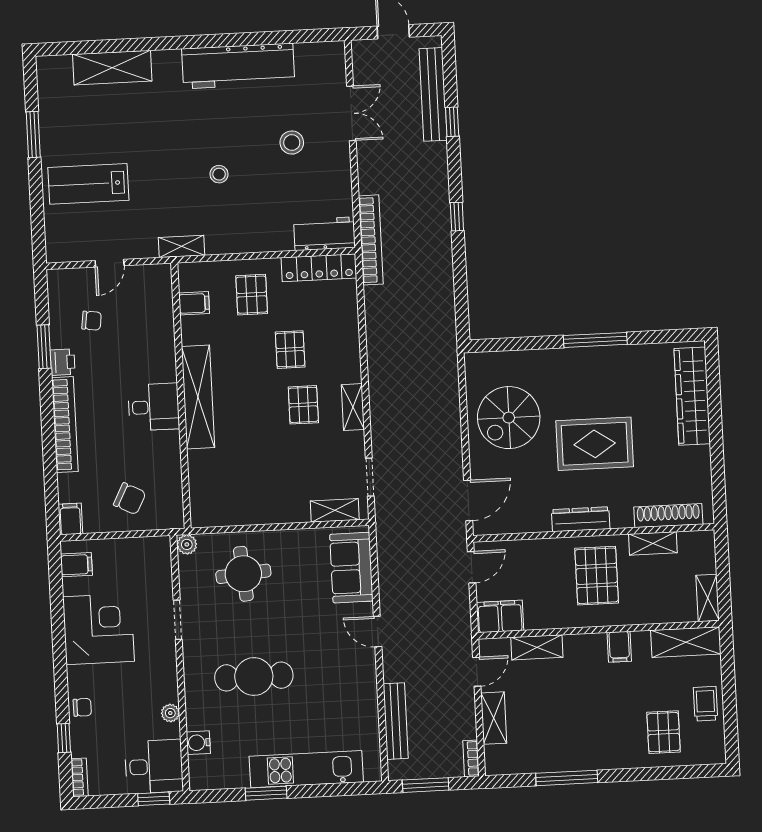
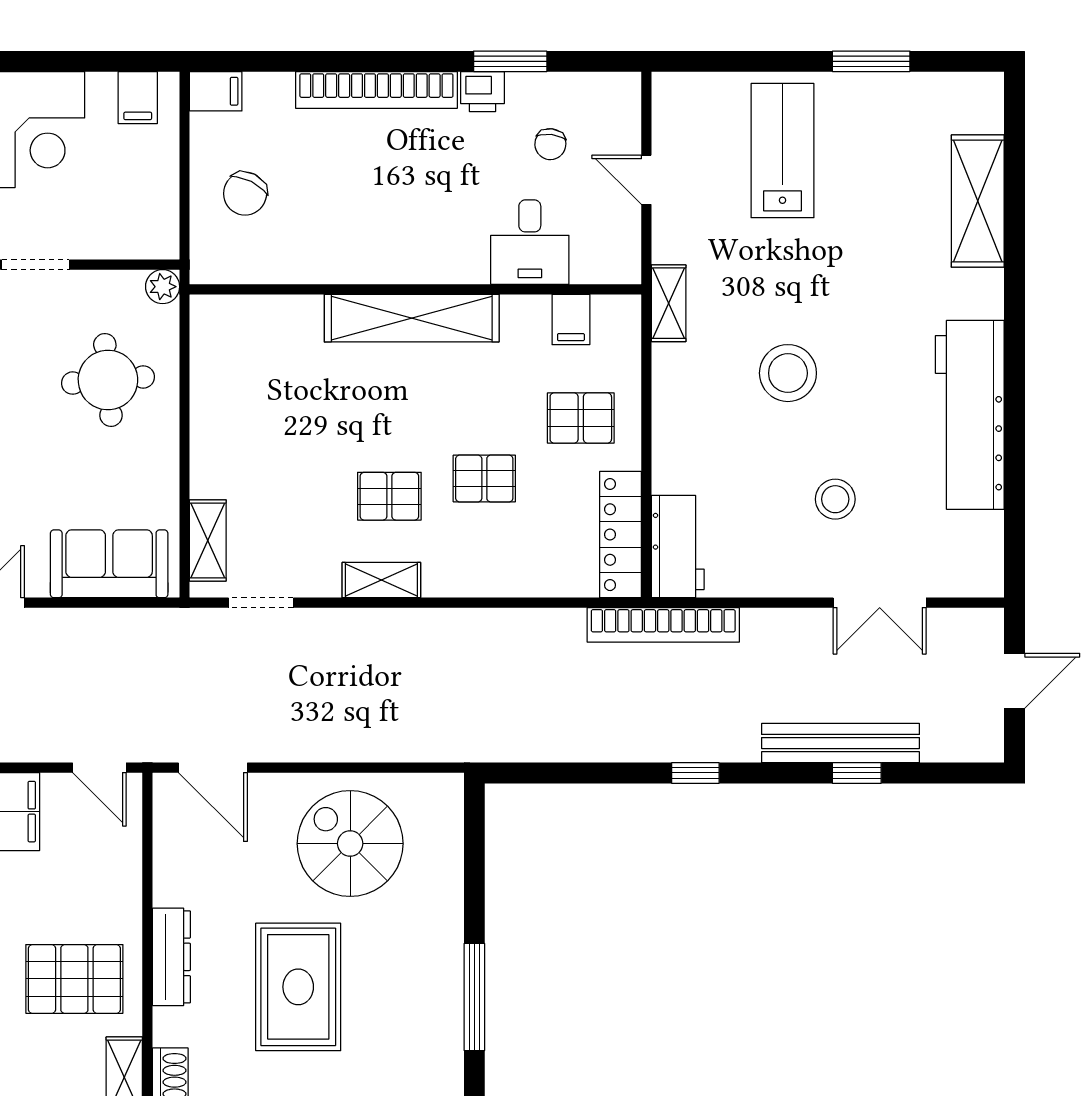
bench: (433, 94) -> (841, 743), moved
stool: (219, 174) -> (788, 373), width x1.89, depth x1.89
desk: (154, 407) -> (530, 242), moved

